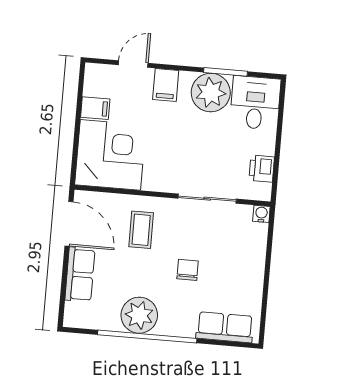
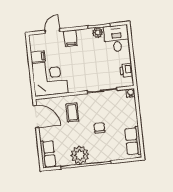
plant: (211, 93) -> (98, 33), width x0.53, depth x0.53
row of seats: (80, 275) -> (48, 154), moved
row of seats: (225, 327) -> (133, 141), moved, turned -90

